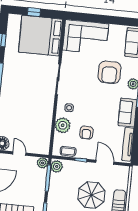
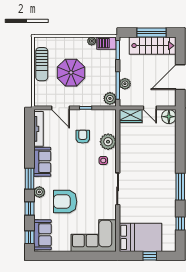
bed: (40, 36) -> (140, 237), width x0.73
armchair: (109, 72) -> (65, 202), turned -90
wardrobe: (39, 148) -> (131, 116), added
coffee table: (68, 151) -> (100, 115), removed
plant: (43, 163) -> (125, 84), moved

